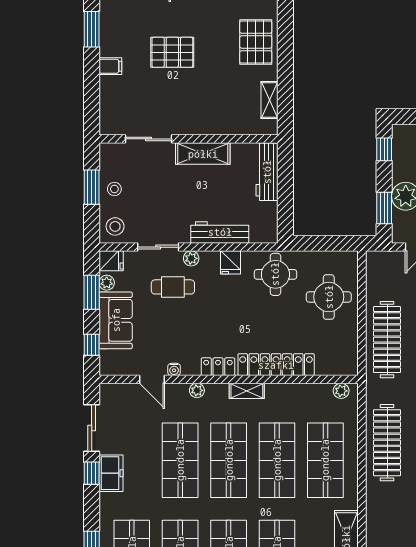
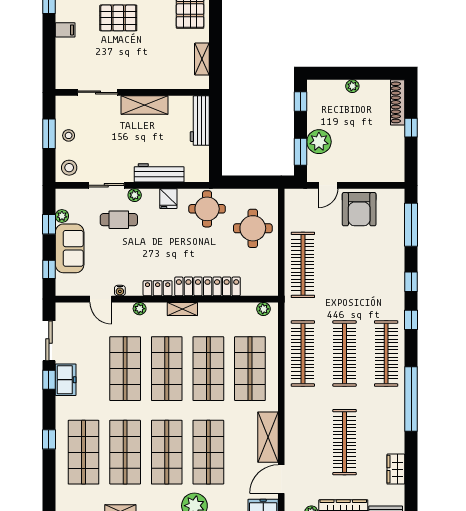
fridge: (111, 261) -> (66, 197), removed
window: (92, 292) -> (49, 224), width x0.67

